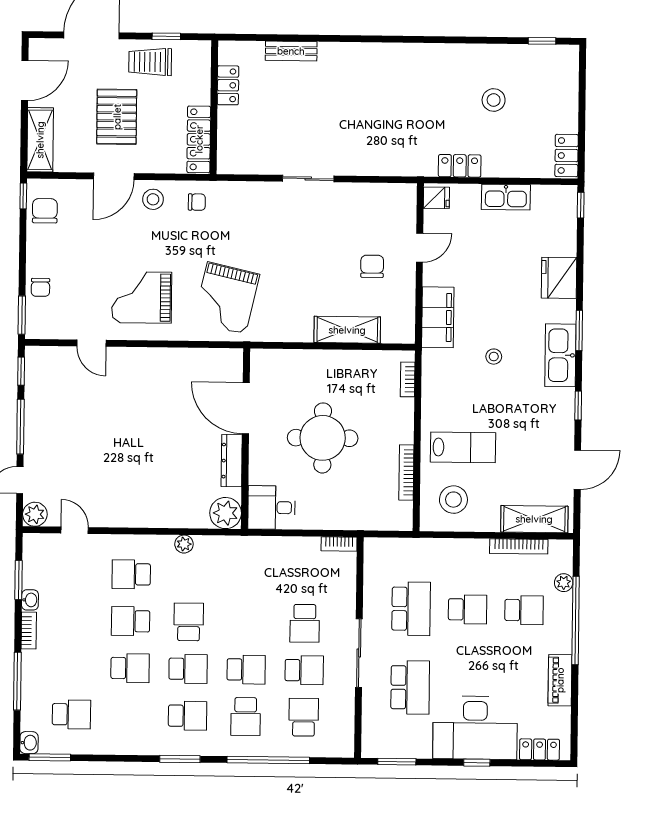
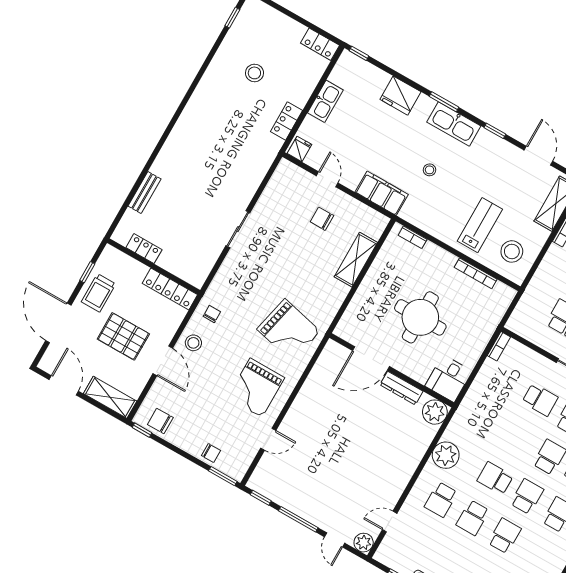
plant: (184, 544) -> (446, 455), width x1.87, depth x1.87

